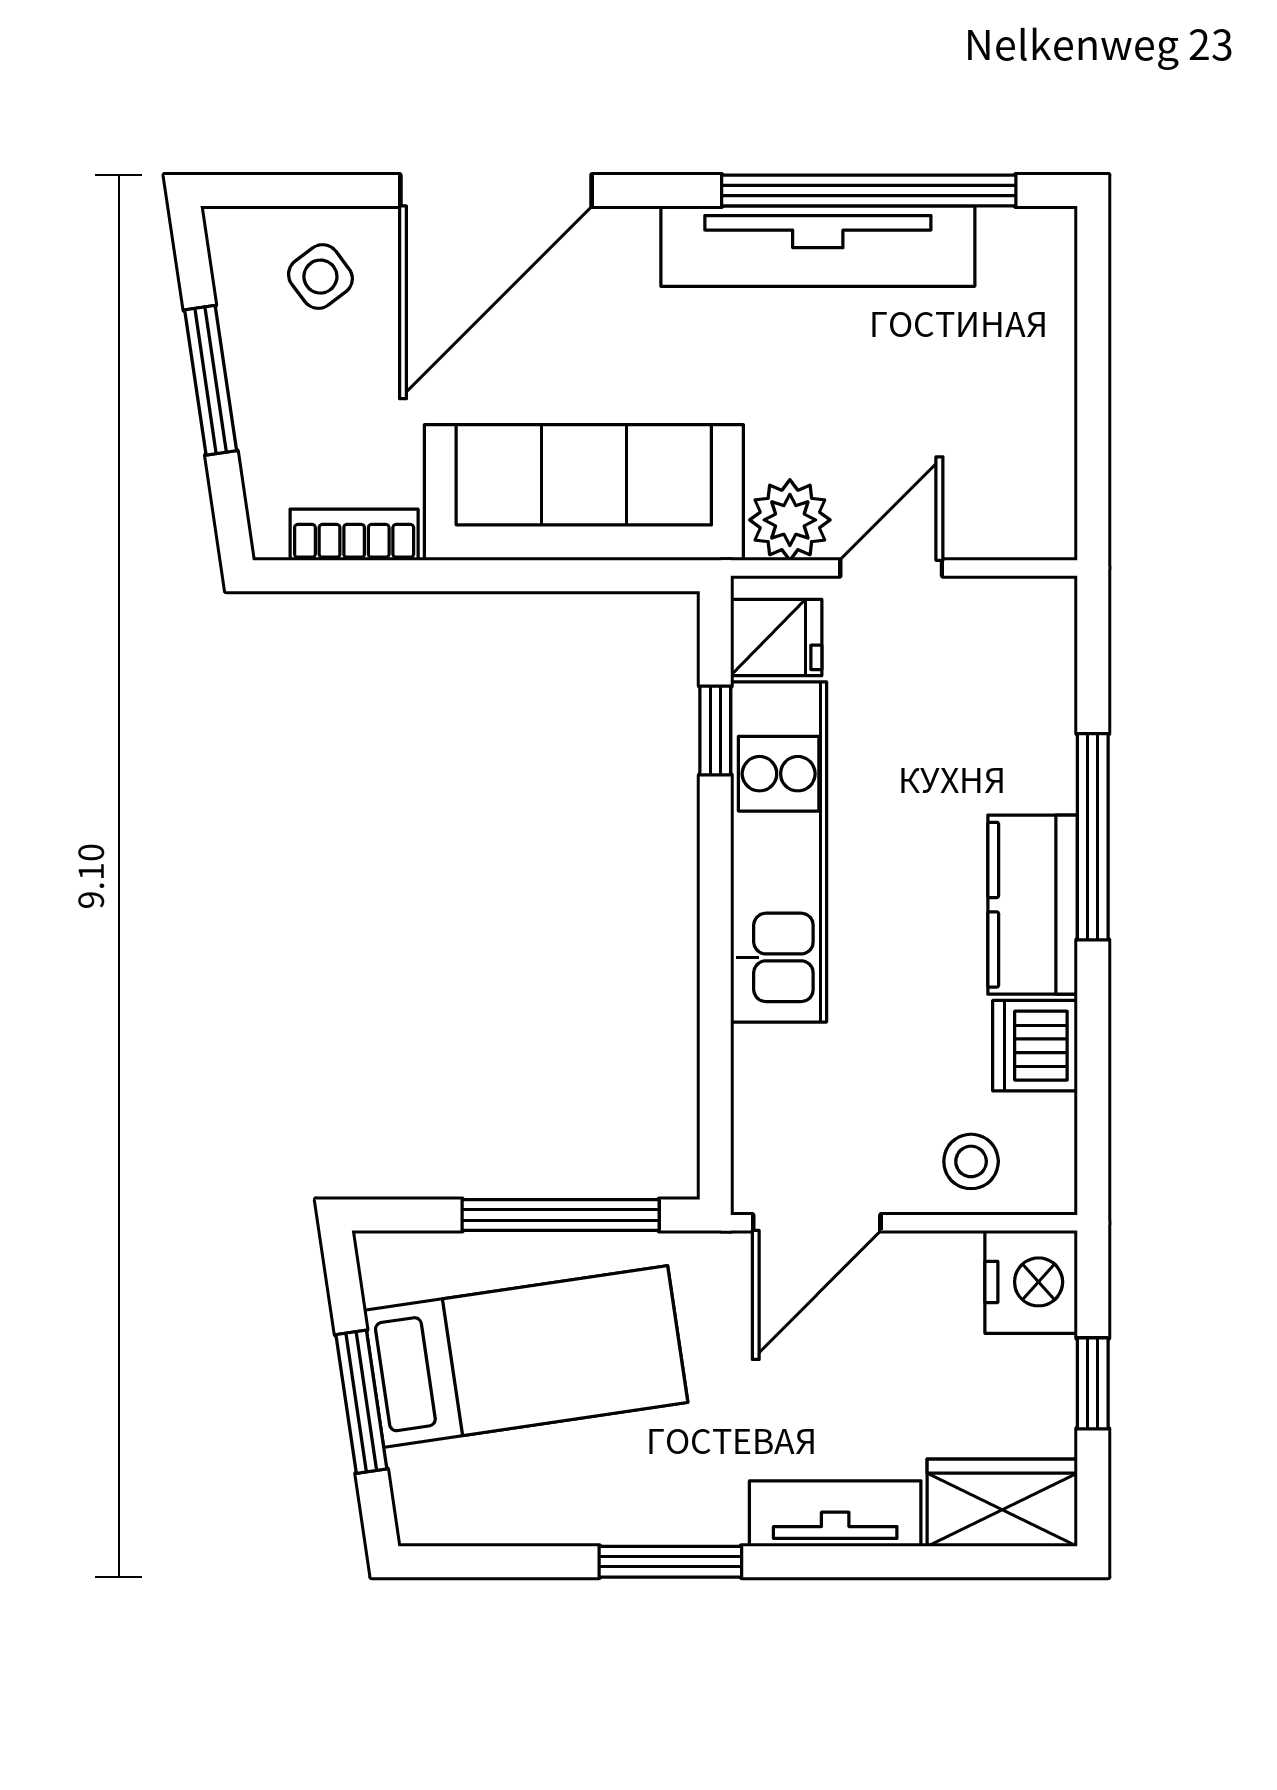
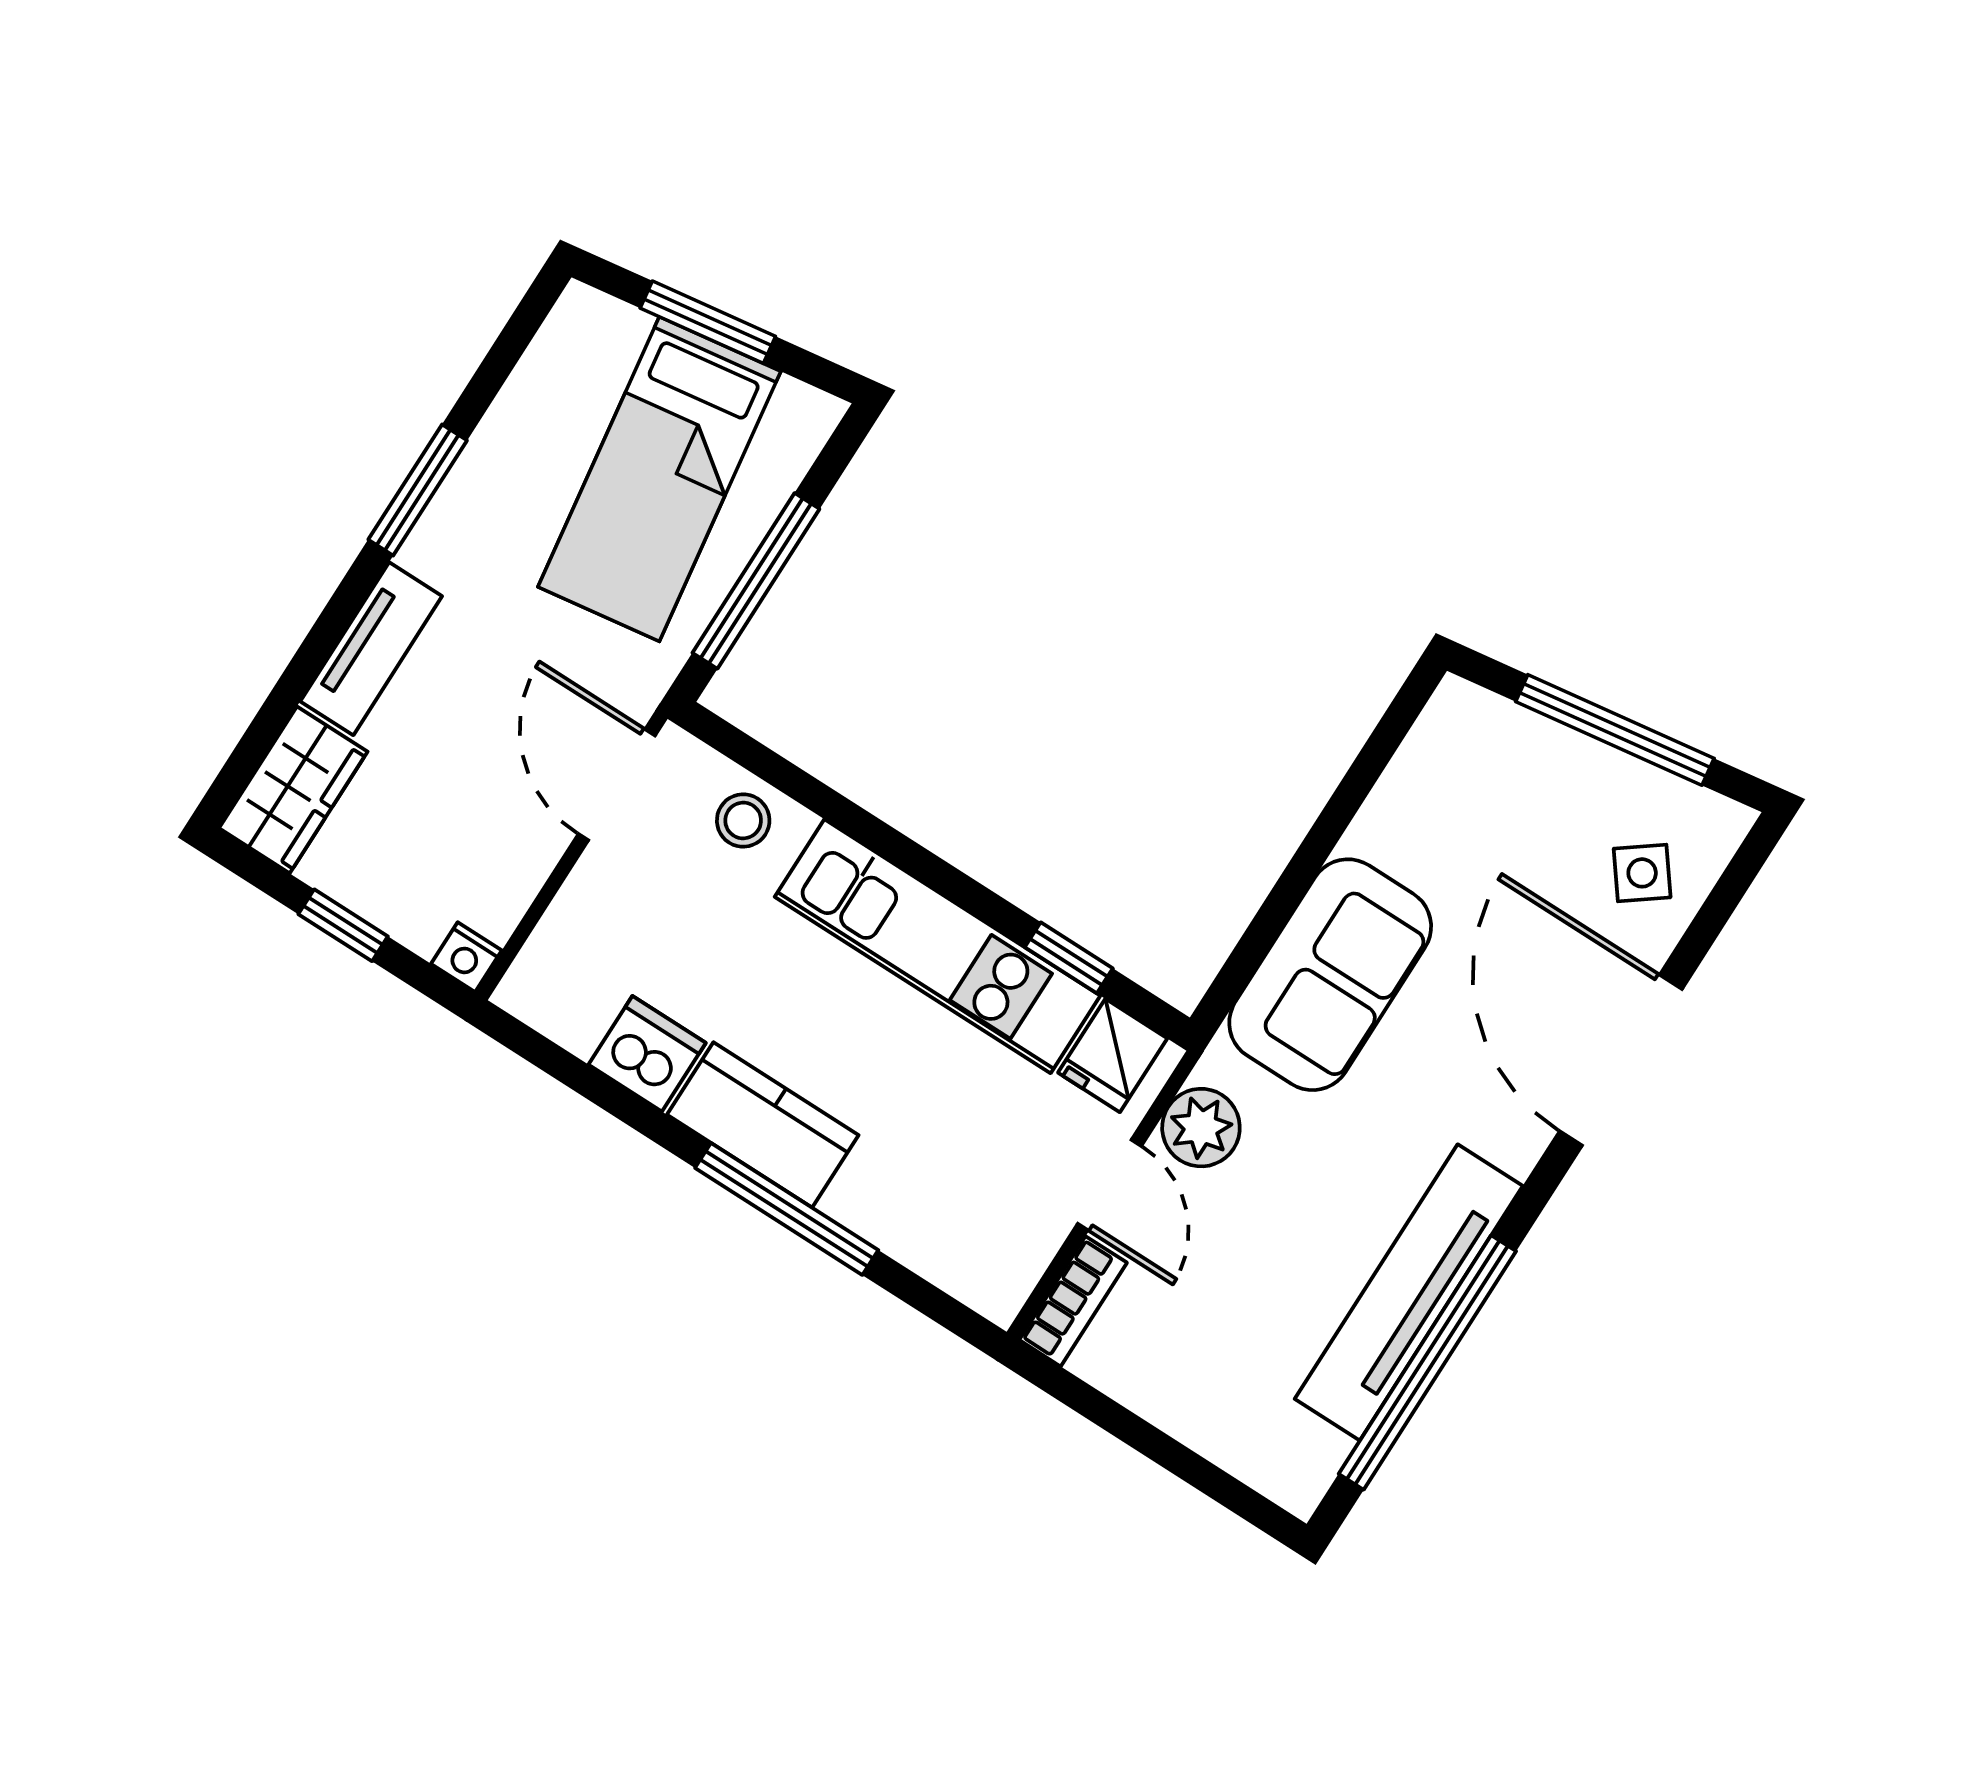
window: (211, 380) -> (1615, 730), width x1.44
sofa: (584, 492) -> (1330, 975), width x0.73
bookcase: (354, 535) -> (1073, 1301), moved
stool: (971, 1161) -> (743, 820), moved
nightstand: (1031, 1282) -> (466, 957), width x0.53, depth x0.56

